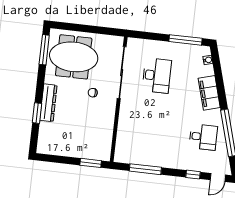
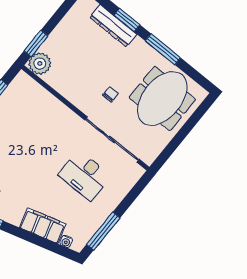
window: (44, 50) -> (163, 49), moved
filing cabinet: (209, 93) -> (43, 226), moved
dresser: (48, 103) -> (113, 26), moved
plant: (102, 152) -> (40, 63), added

